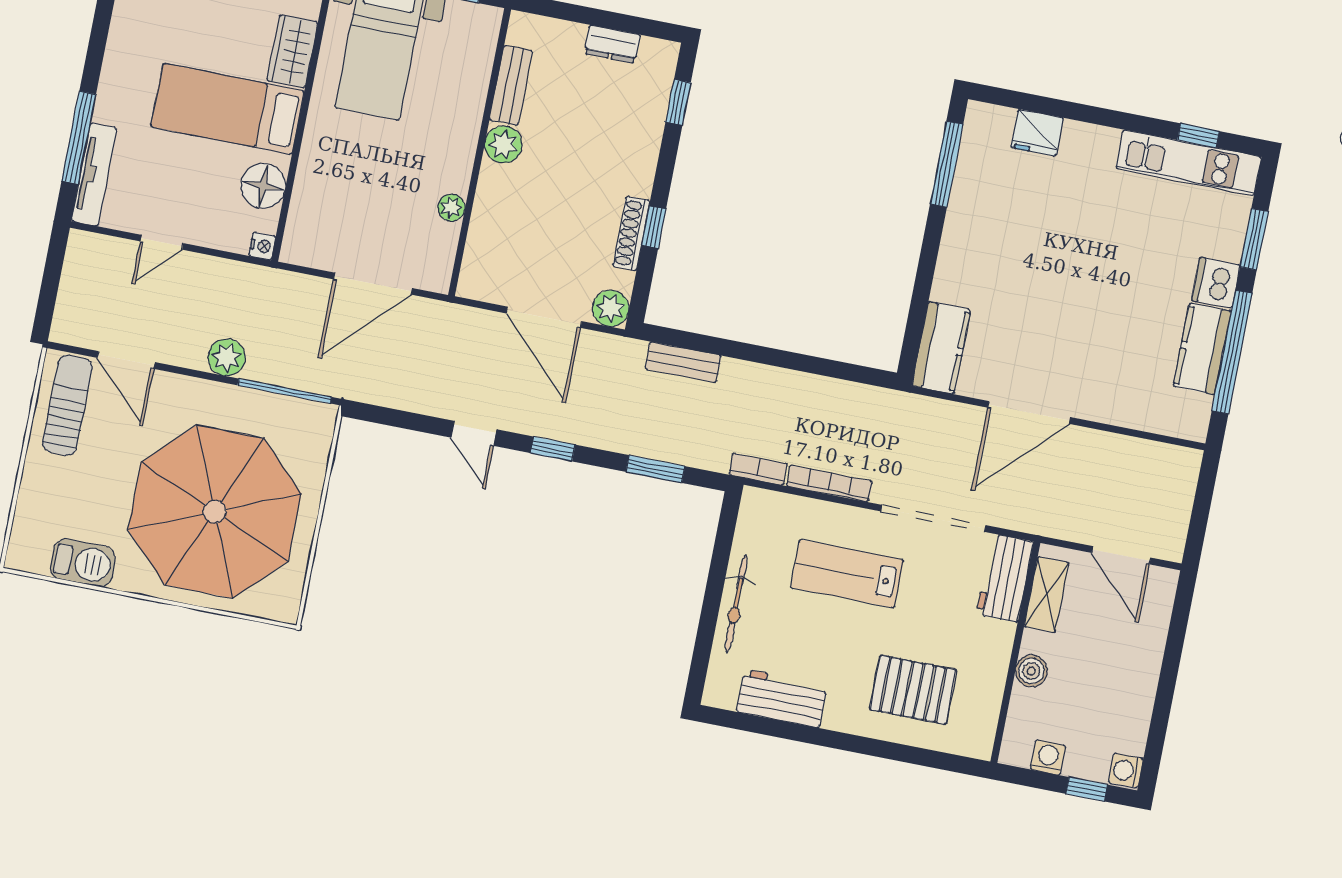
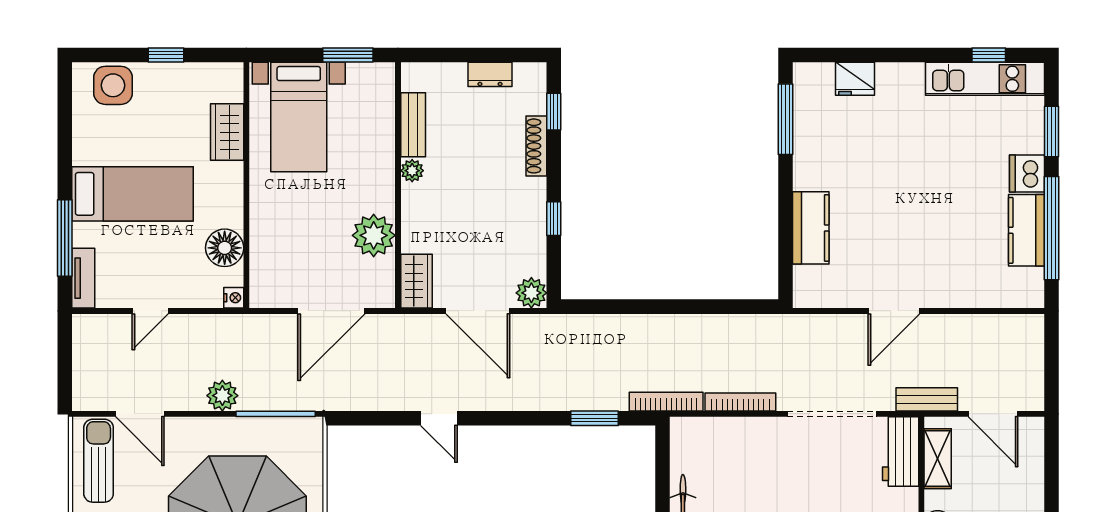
bed: (228, 109) -> (132, 194), moved, turned 180
plant: (503, 145) -> (412, 171), width x0.73, depth x0.73
tv unit: (94, 175) -> (83, 278), width x0.71
plant: (451, 208) -> (374, 235), width x1.87, depth x1.87
shoe rack: (631, 233) -> (536, 146), moved
wardrobe: (479, 268) -> (416, 281), added
kitchen counter: (941, 348) -> (811, 228), moved
bench: (683, 362) -> (927, 399), moved
door: (1029, 412) -> (894, 311), width x0.73
window: (553, 449) -> (507, 418), removed
bookcase: (758, 469) -> (666, 402), width x1.56
lab bench: (847, 574) -> (770, 473), removed

